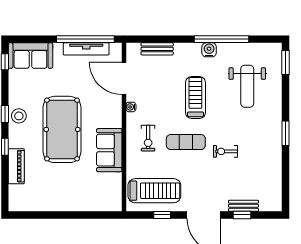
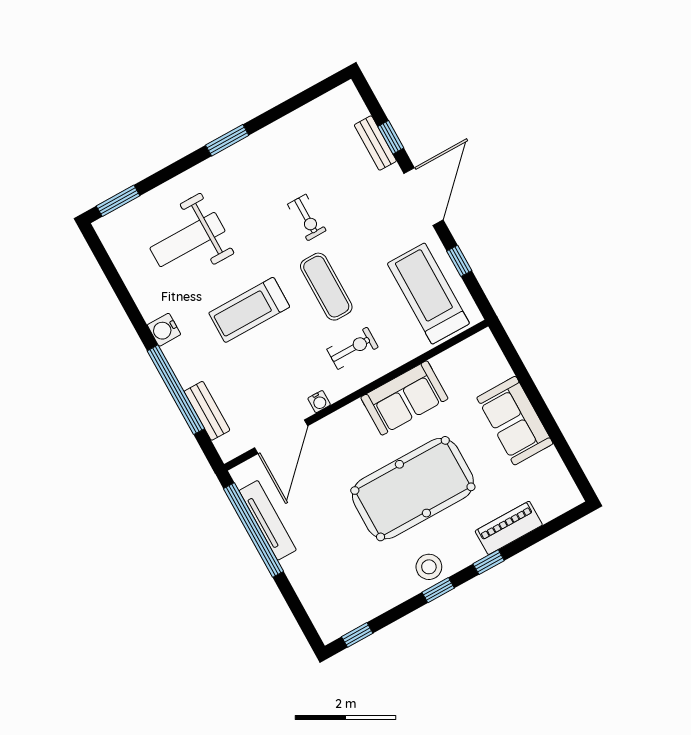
window: (221, 39) -> (176, 390), moved
sofa: (30, 56) -> (515, 421), moved, turned 180
weight bench: (247, 86) -> (187, 240), turned 180

